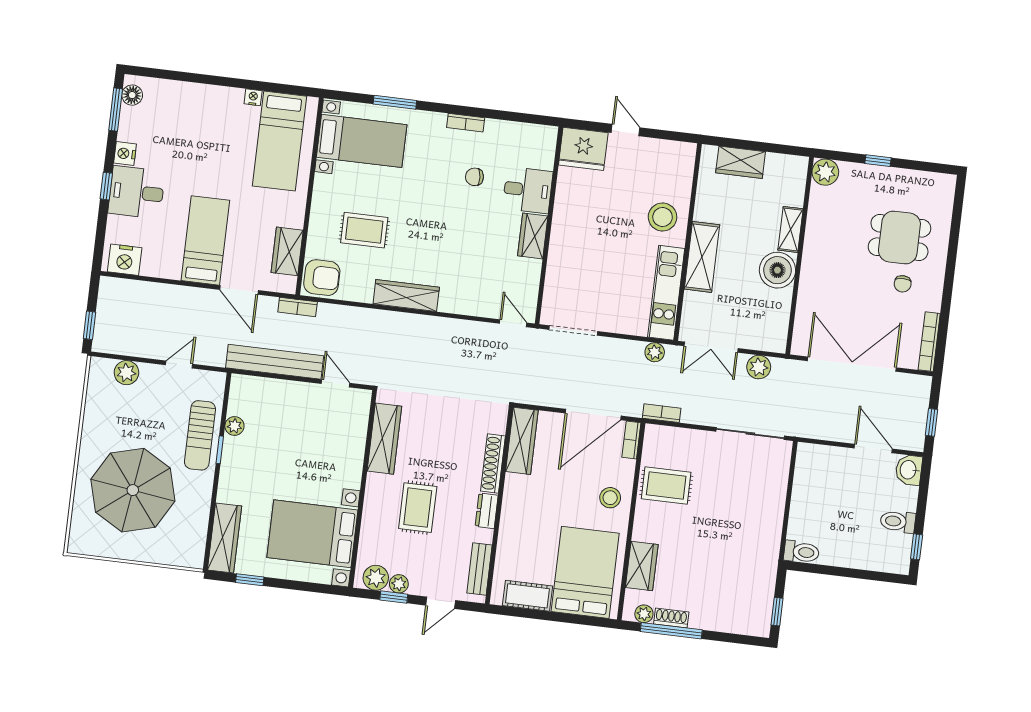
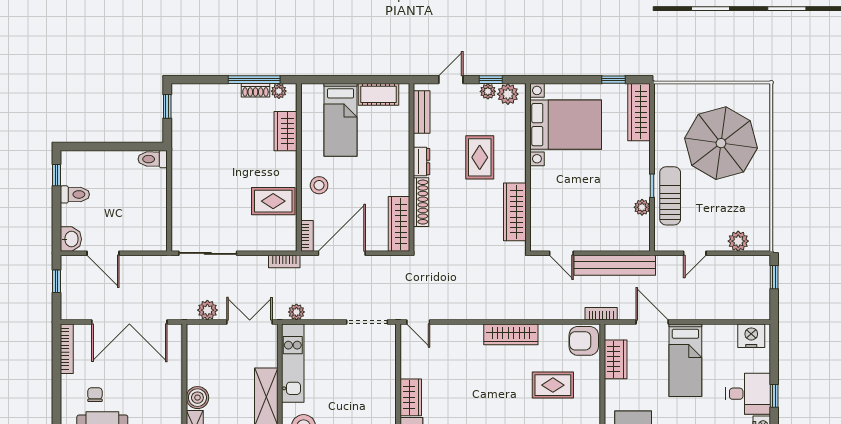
boiler: (777, 270) -> (197, 398), width x0.73, depth x0.73
bed: (585, 572) -> (341, 120), width x0.67

